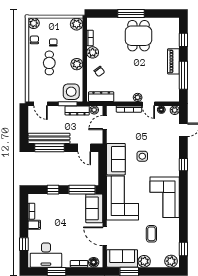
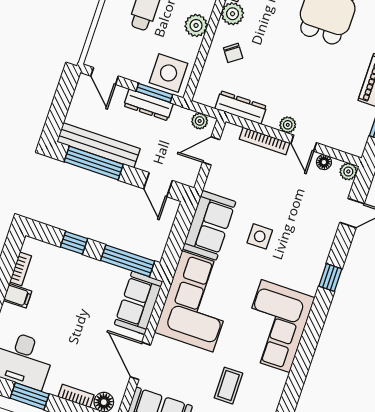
dresser: (101, 97) -> (241, 107), moved
dresser: (77, 110) -> (148, 105), moved

